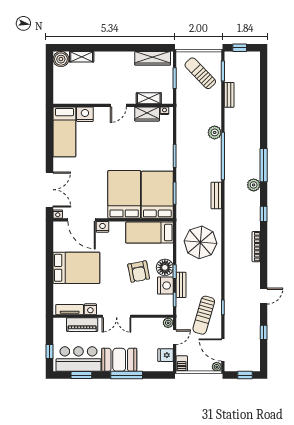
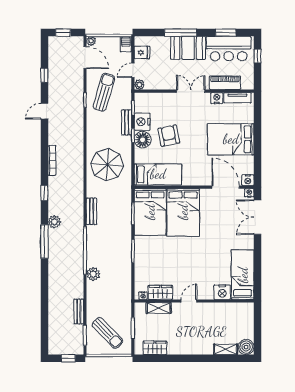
wardrobe: (153, 58) -> (155, 348), width x0.67
nightstand: (102, 227) -> (248, 180), moved

